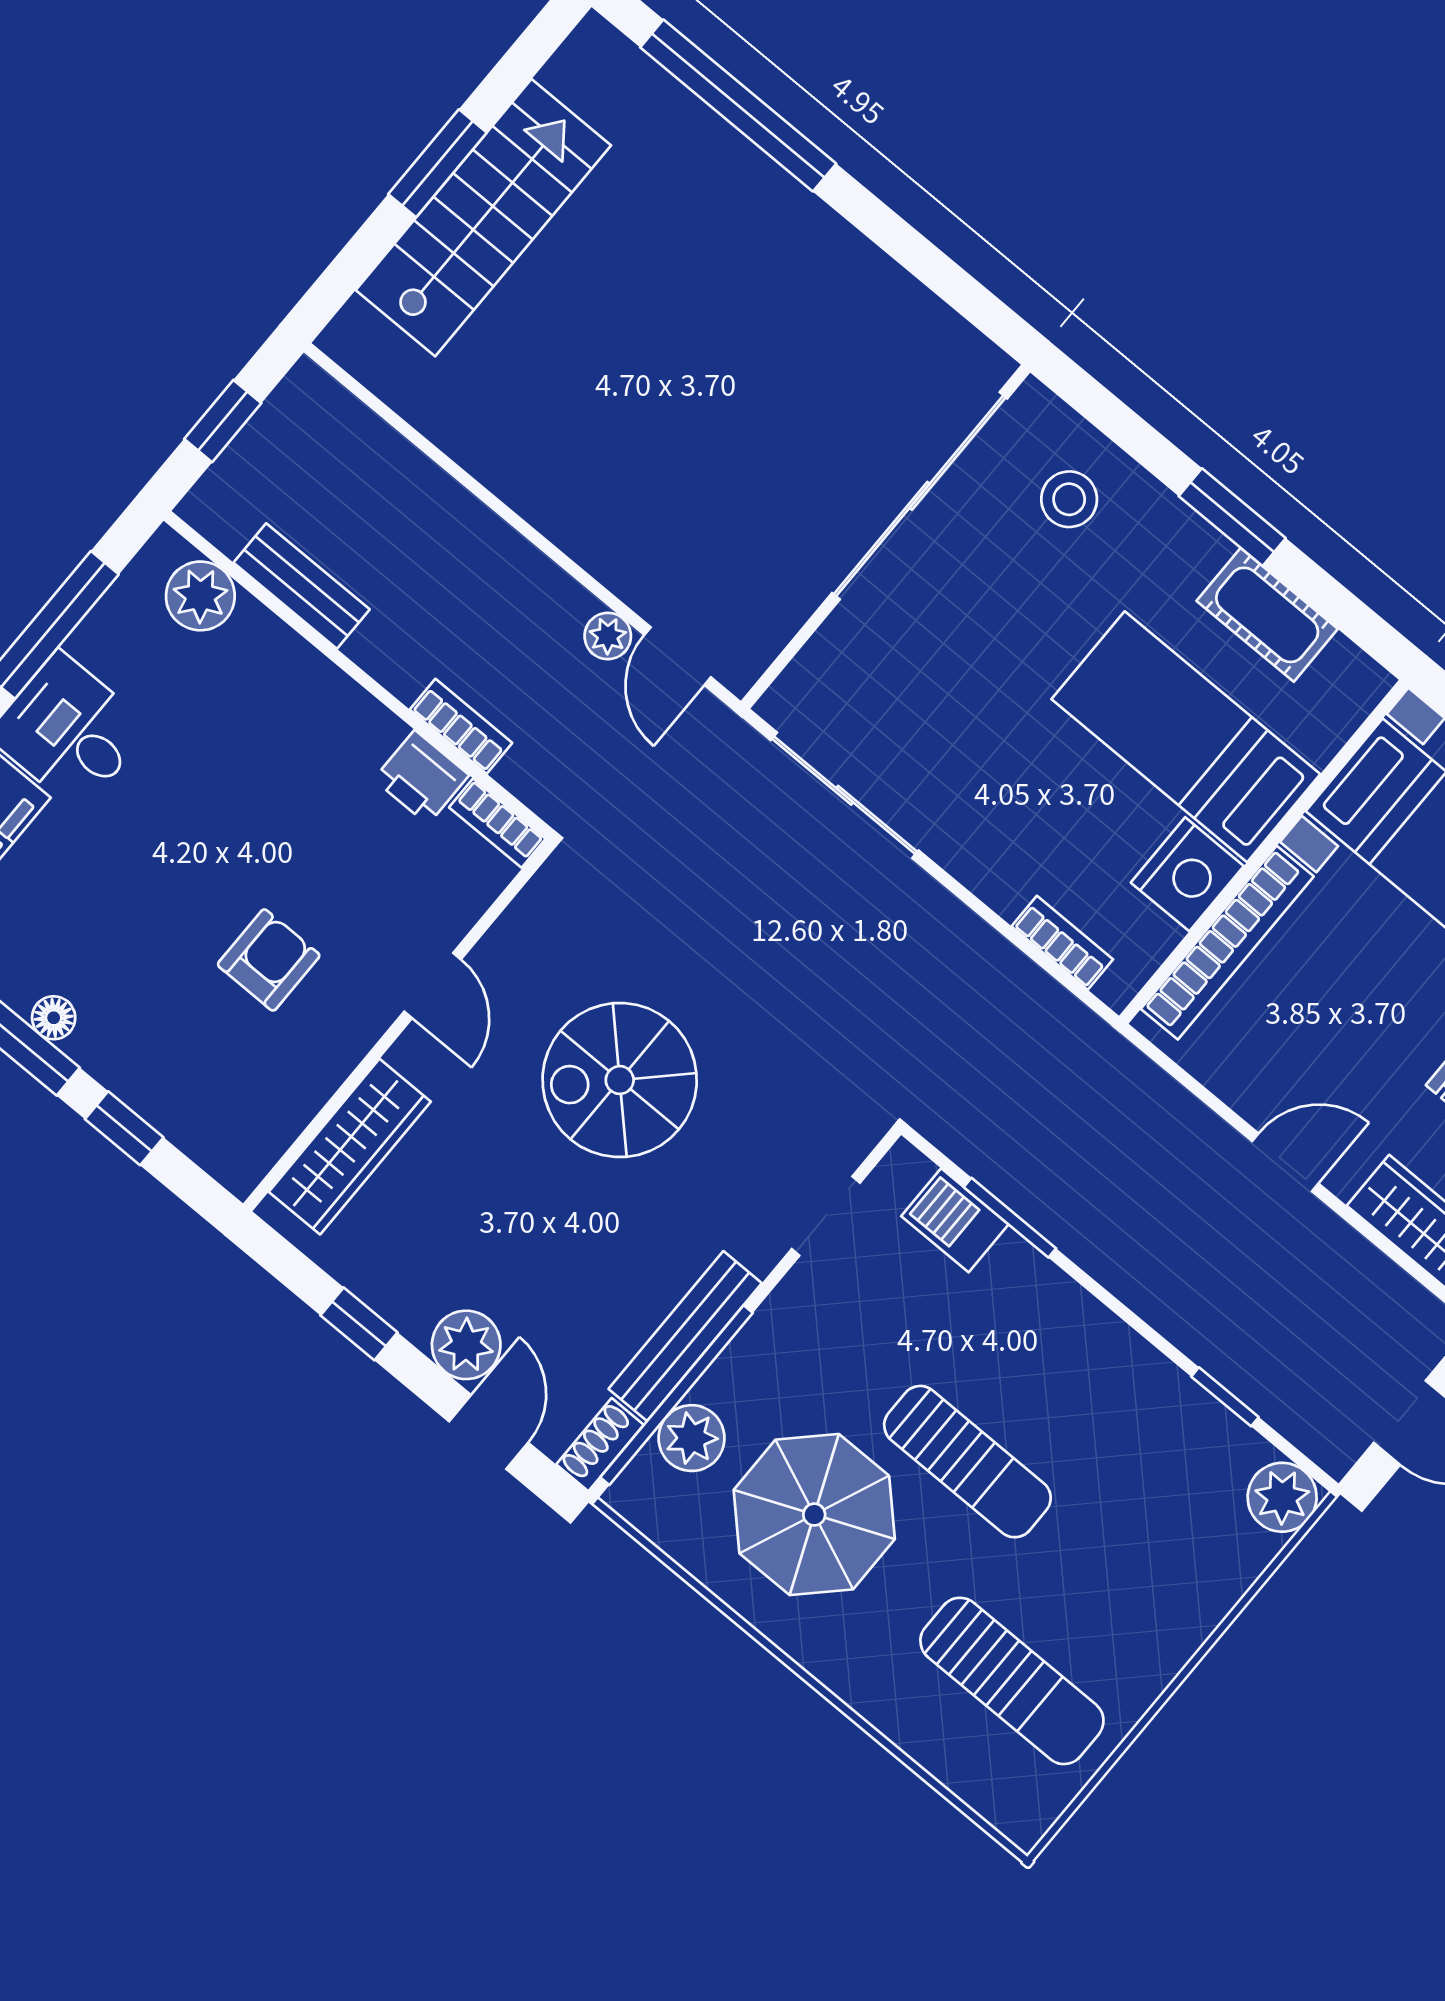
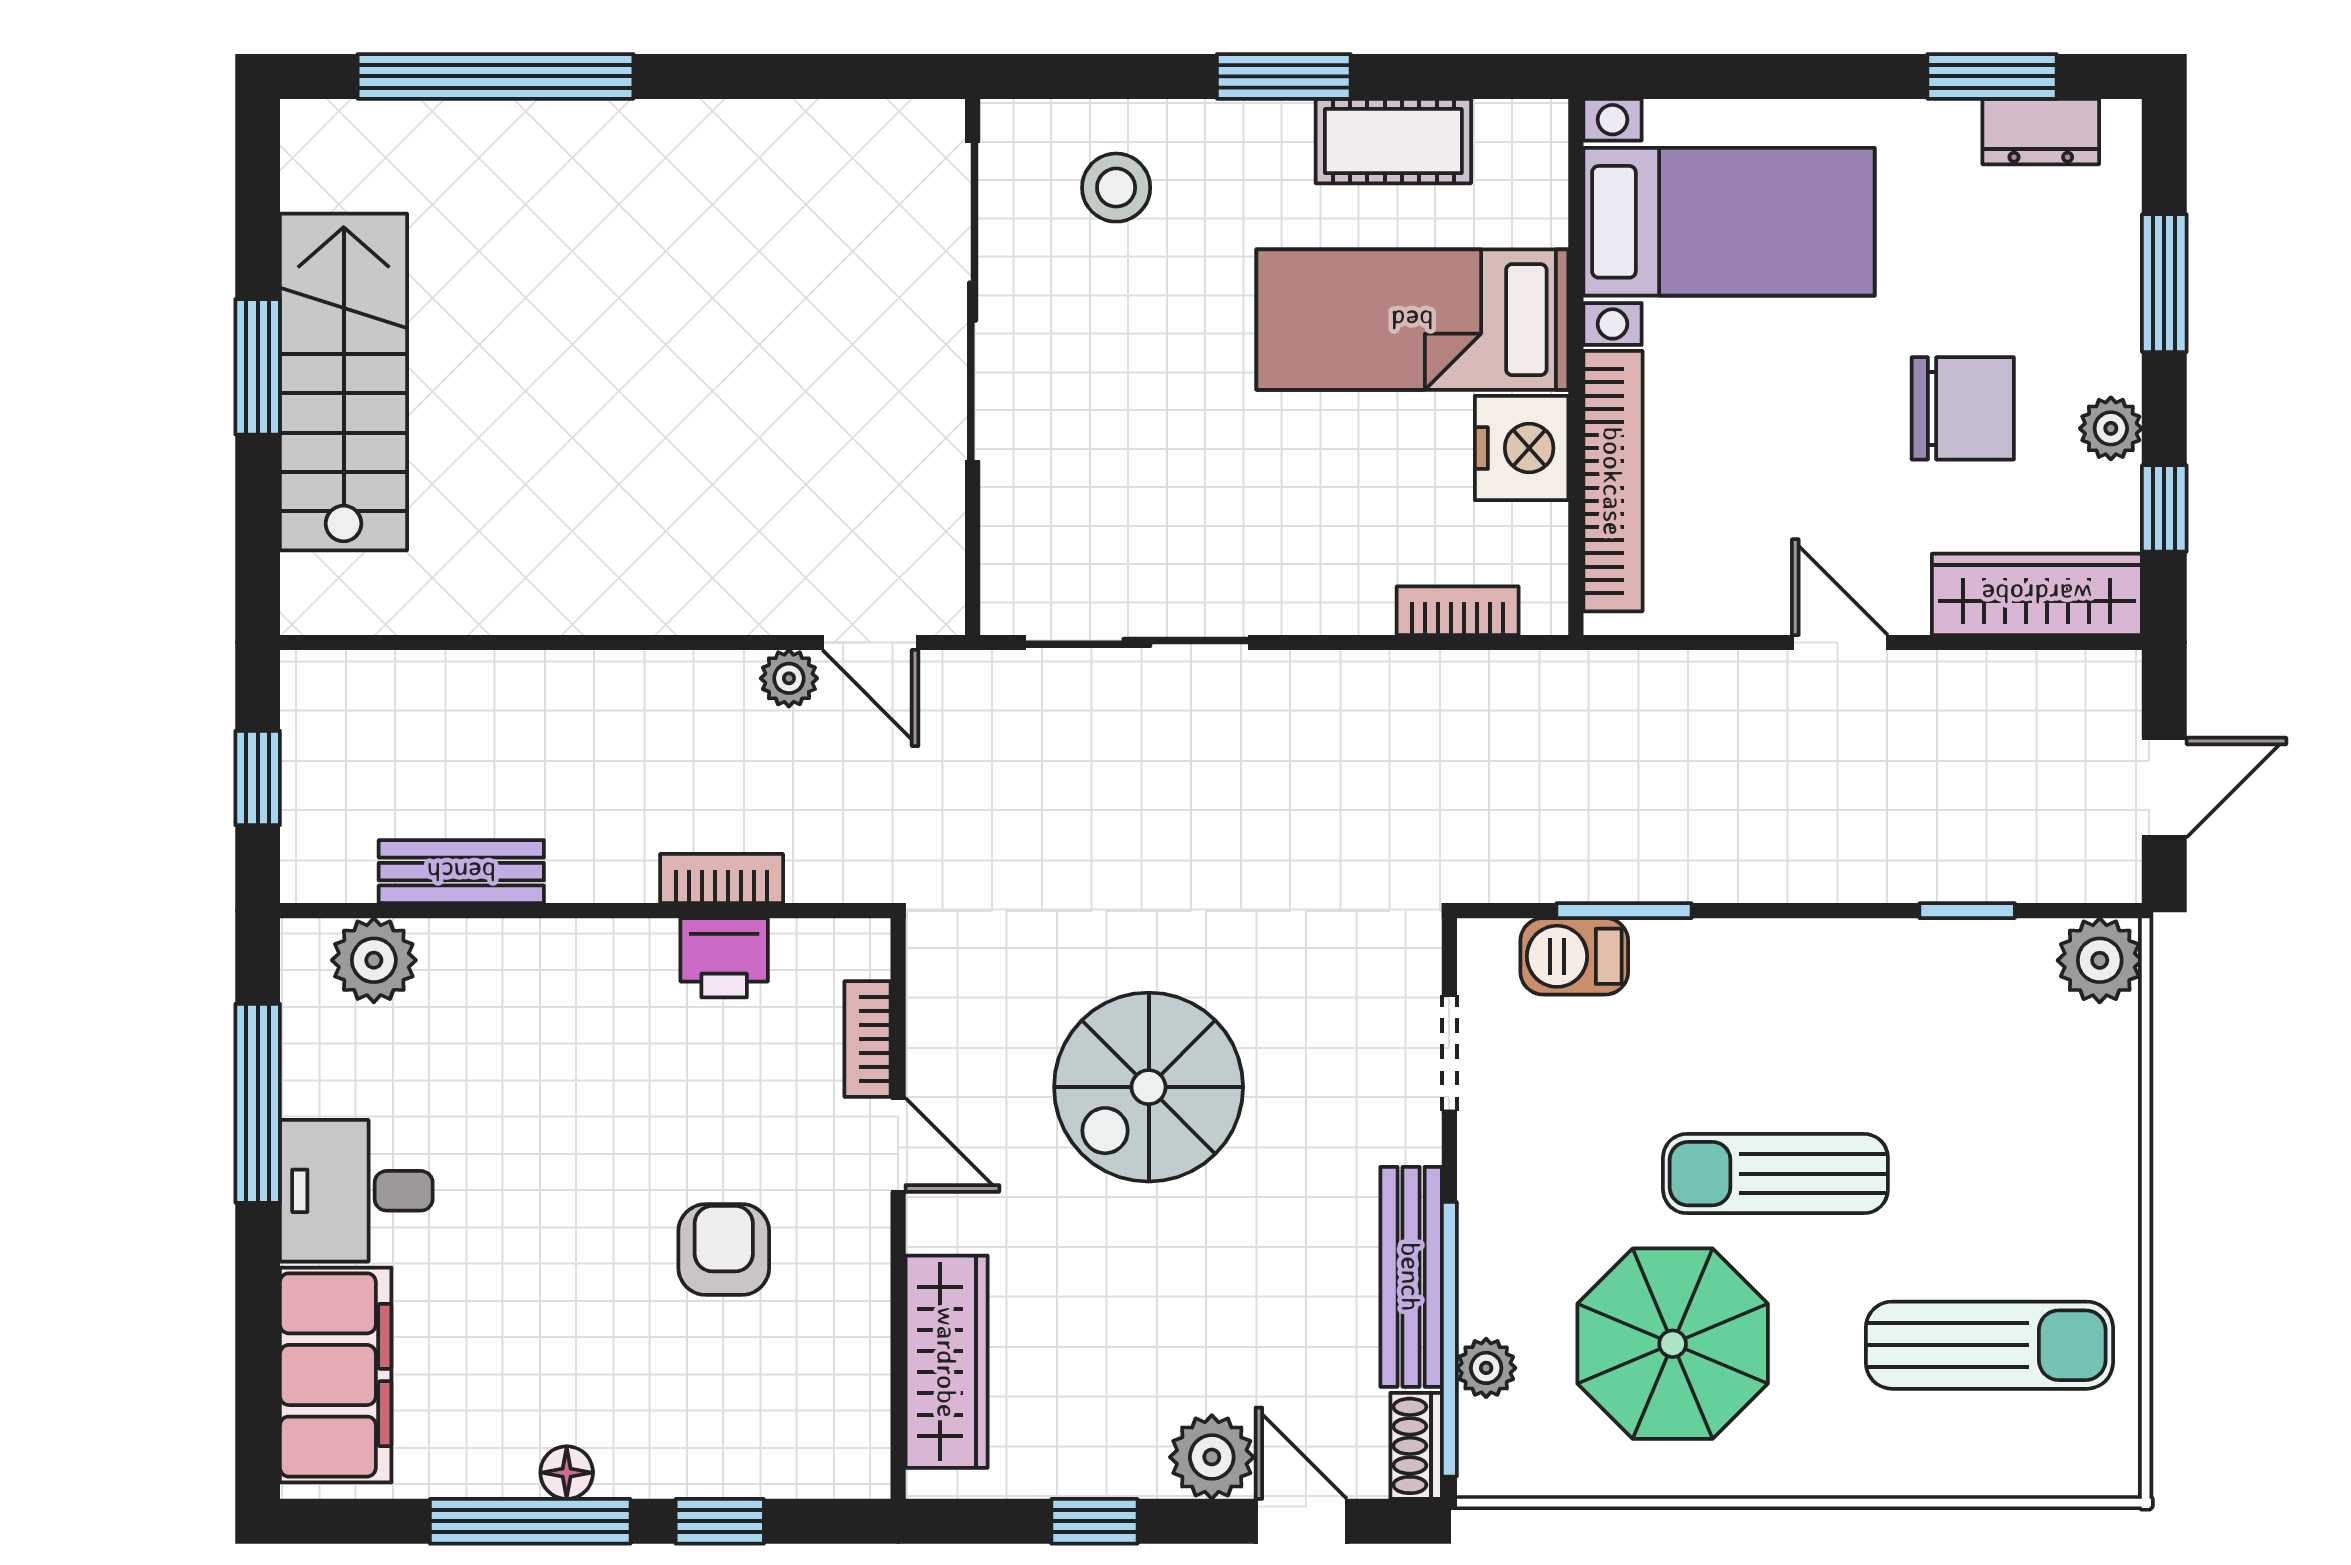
bookcase: (497, 823) -> (868, 1039), moved, turned 90
door: (1285, 1162) -> (1840, 642), hinge flipped
plant: (692, 1438) -> (1486, 1368), width x0.73, depth x0.73
sun lounger: (967, 1462) -> (1775, 1174), turned 180

